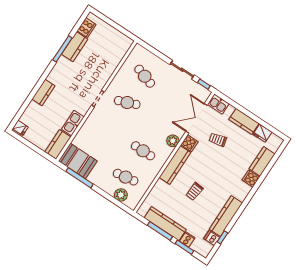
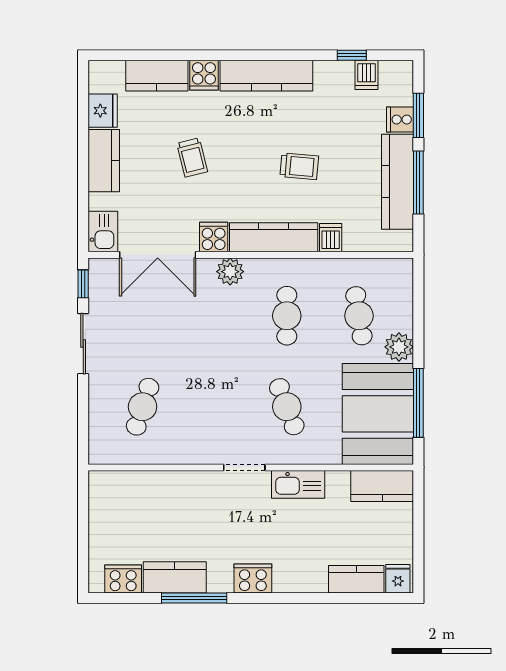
cooker: (55, 75) -> (253, 578), added
kitchen counter: (43, 92) -> (356, 579), moved
cafe table: (127, 102) -> (287, 407), moved
kitchen sink: (73, 123) -> (298, 484), moved
trolley: (218, 140) -> (192, 158), moved
booth: (78, 161) -> (378, 414), width x1.36, depth x1.42
dishwasher: (161, 186) -> (331, 238), added
plant: (121, 195) -> (399, 347), moved
kitchen counter: (226, 216) -> (266, 76), moved

